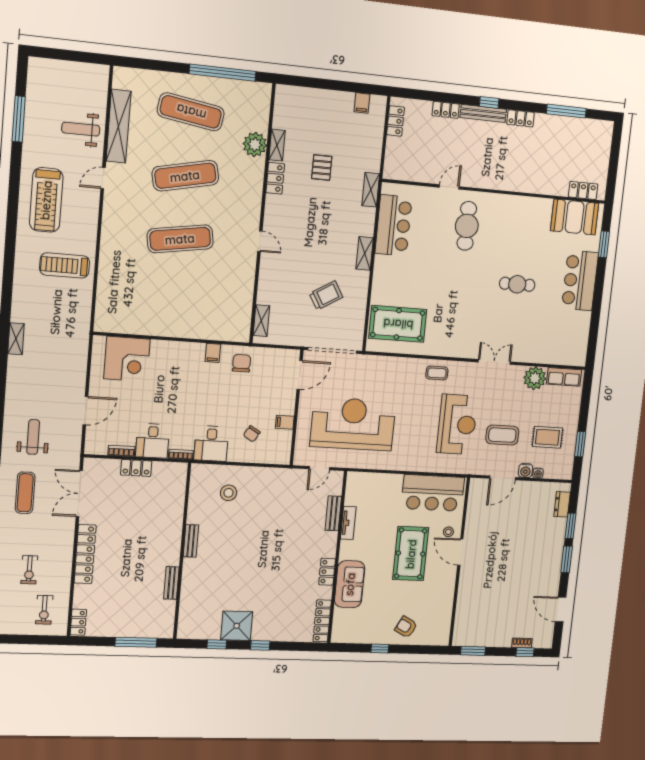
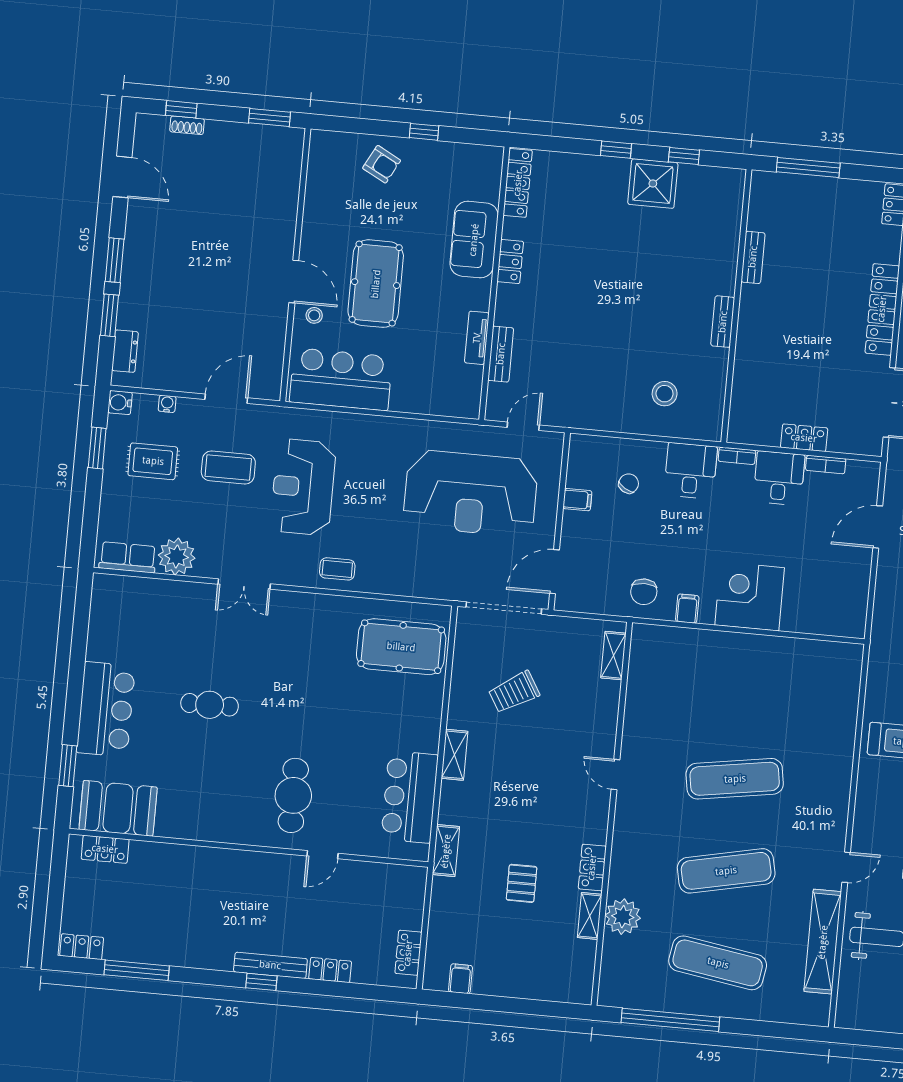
locker: (521, 118) -> (82, 947), moved
corner desk: (127, 359) -> (750, 596), moved
water cooler: (526, 471) -> (120, 403), moved, turned -90

